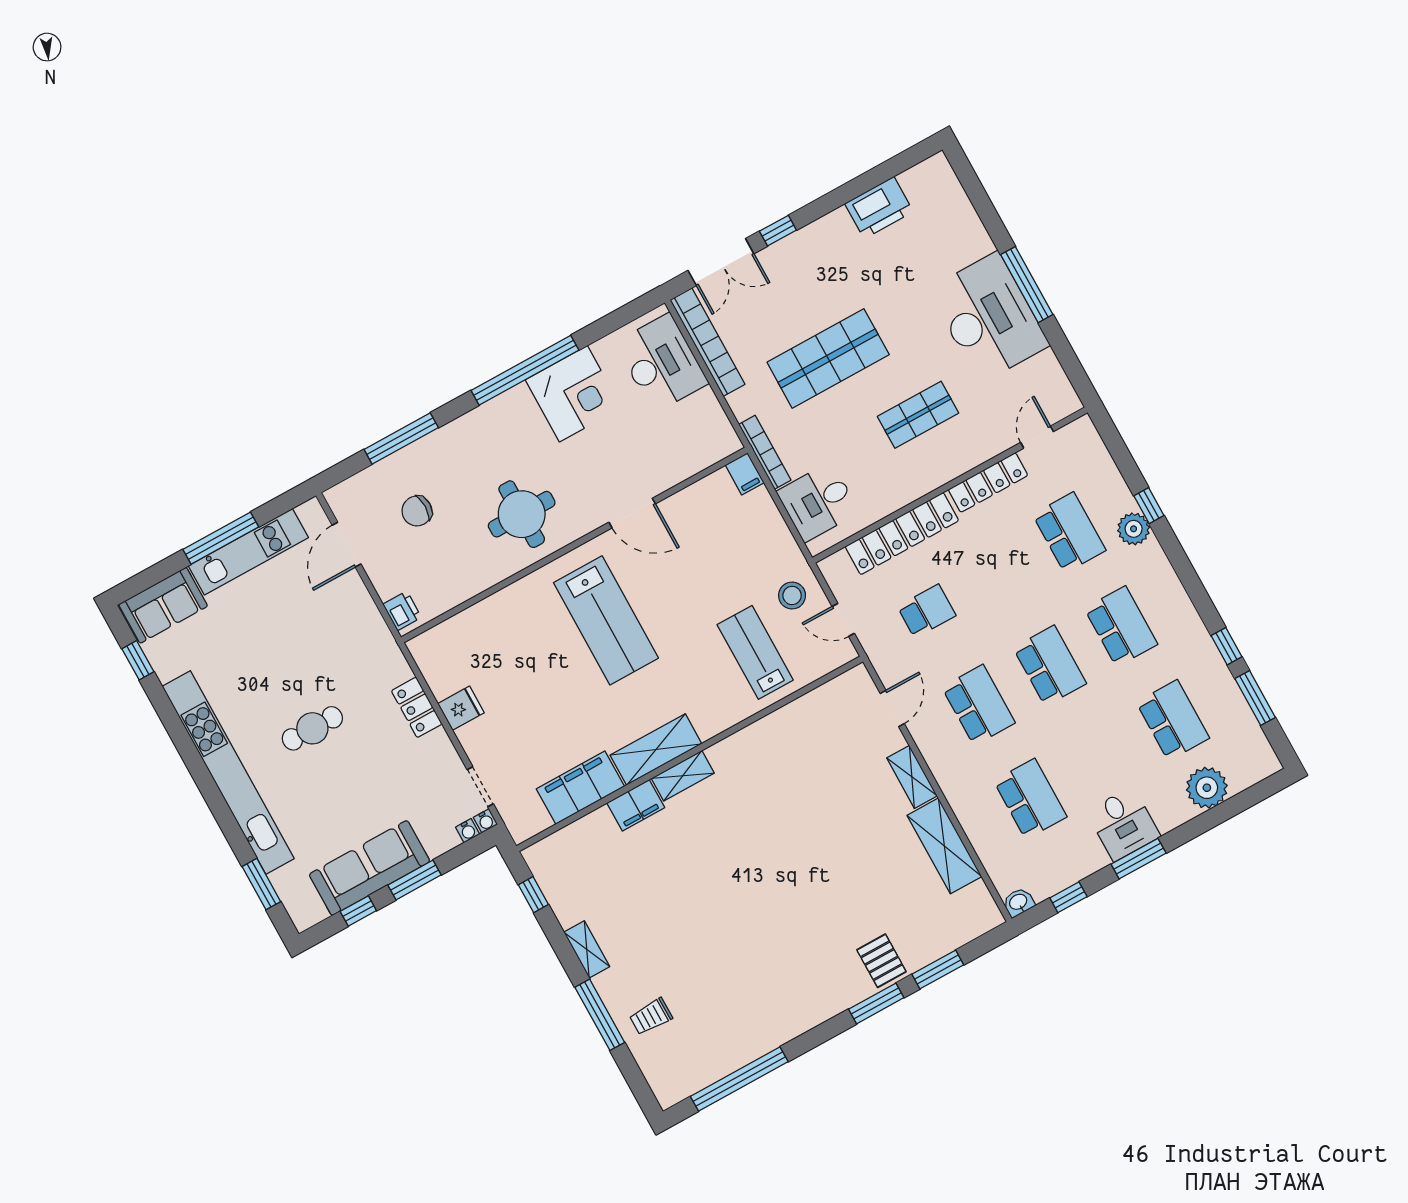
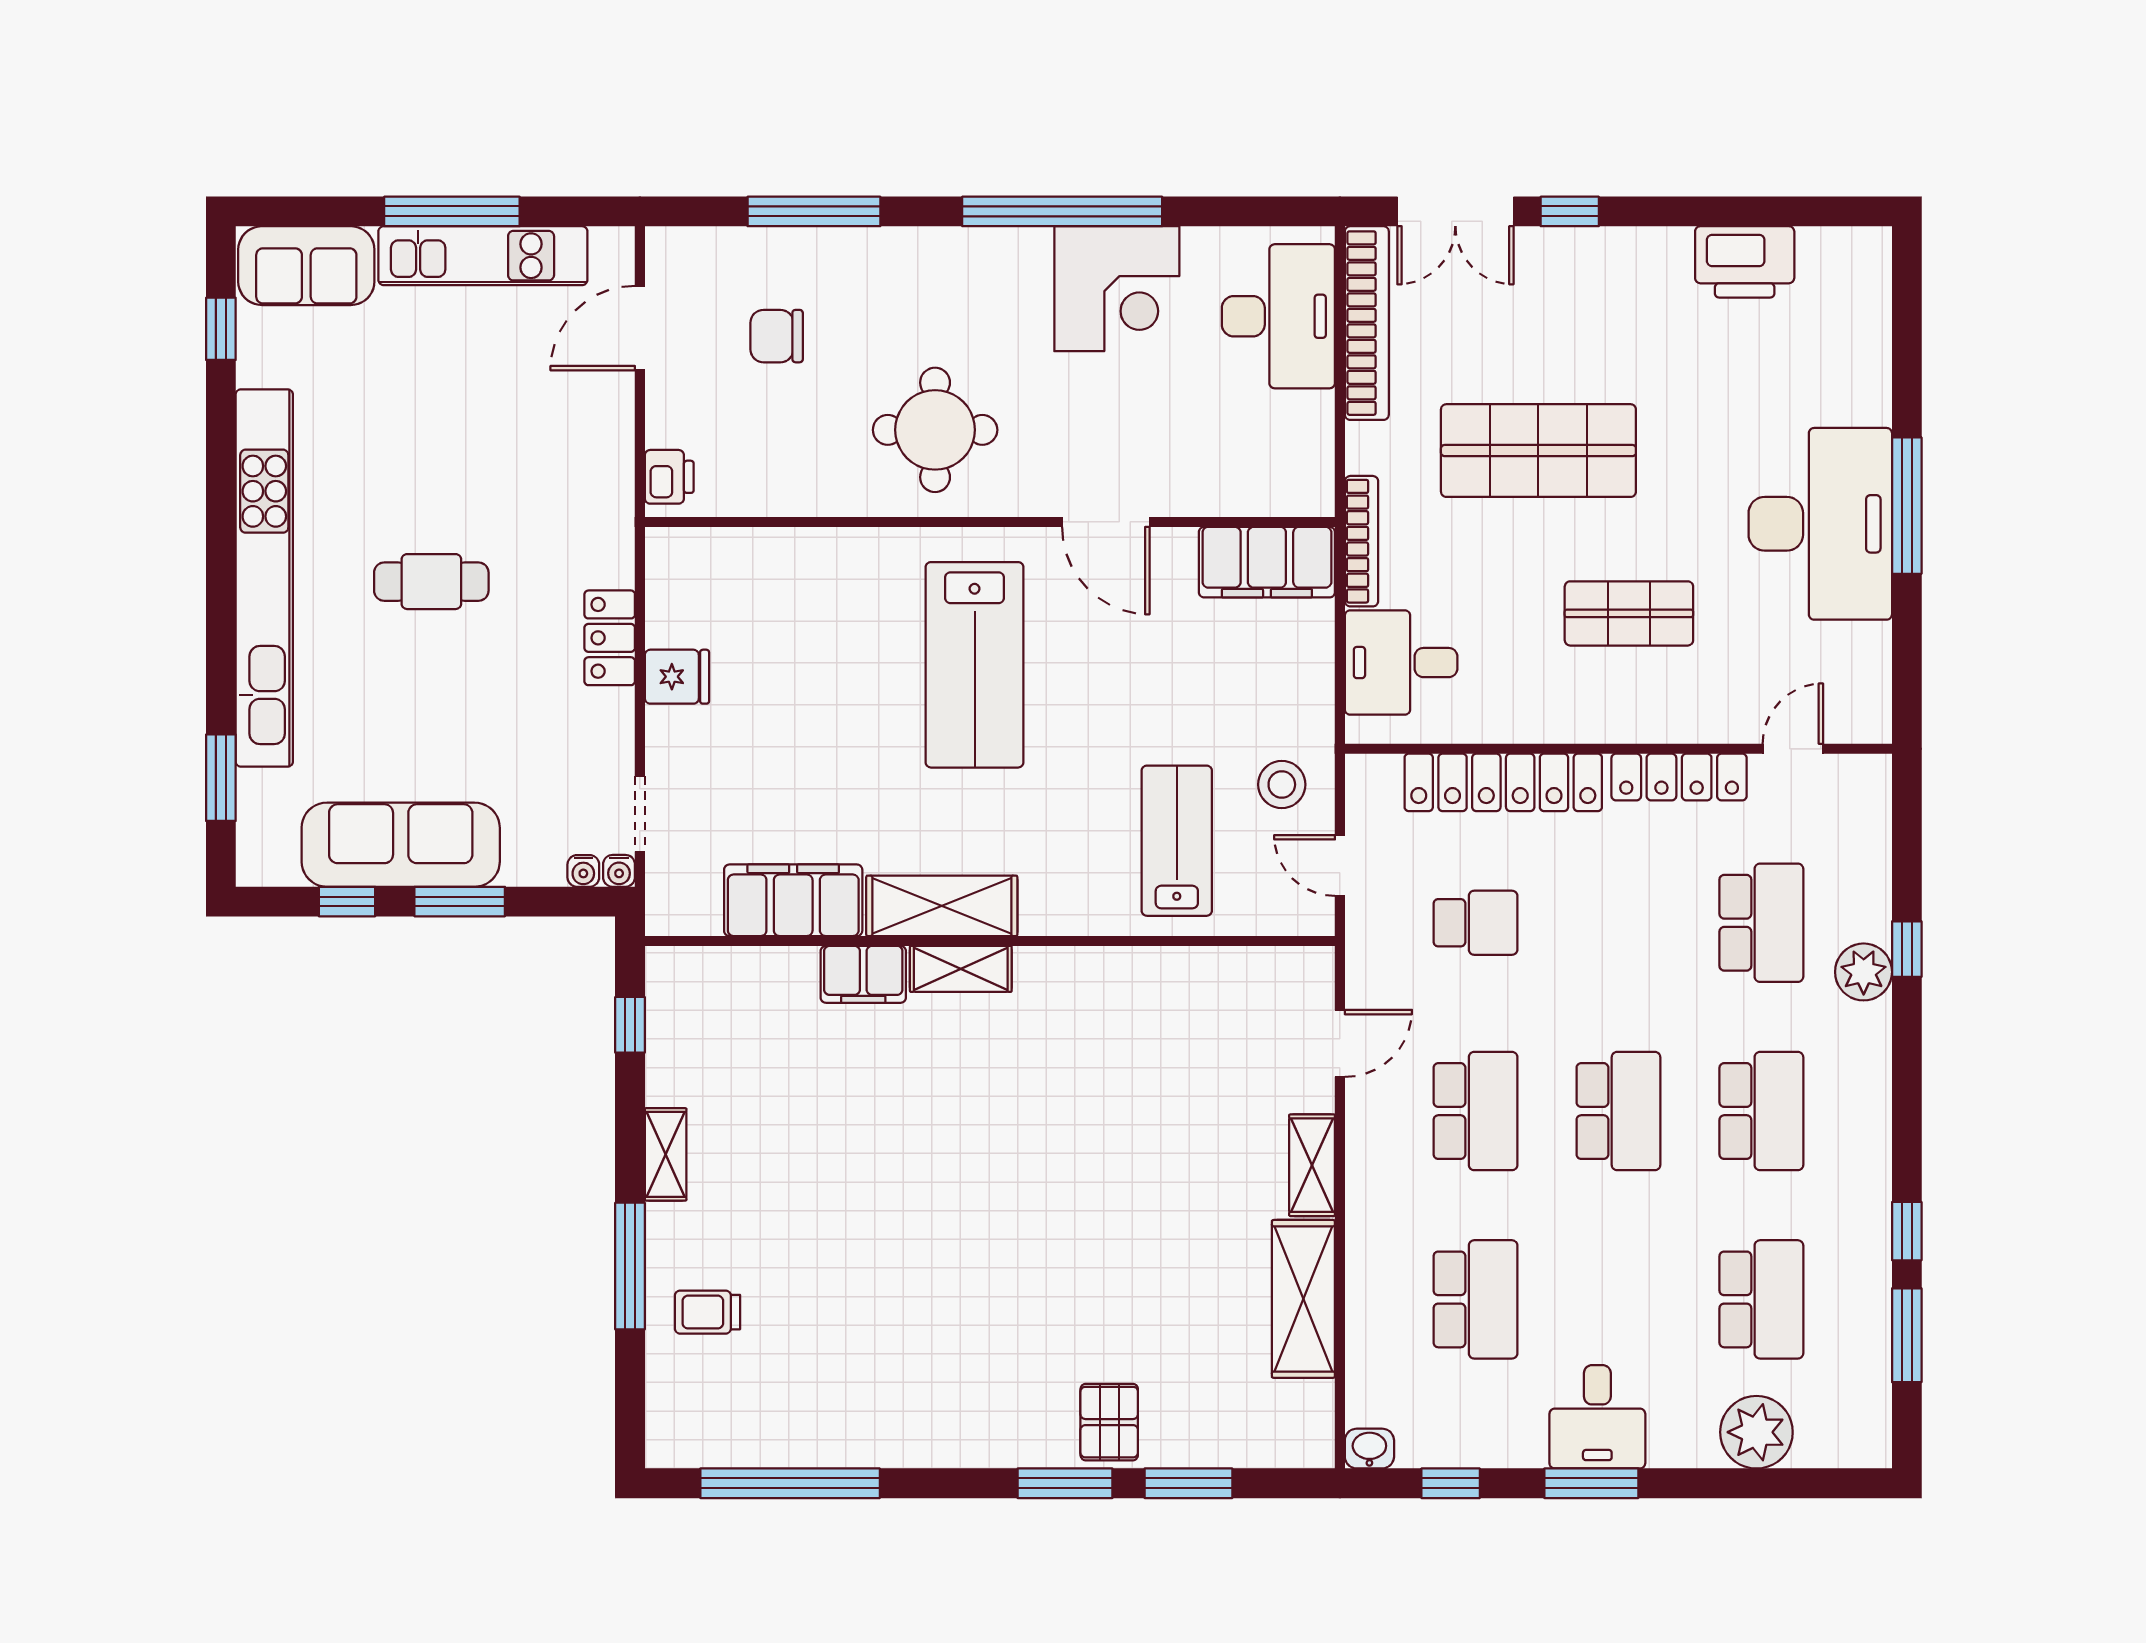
filing cabinet: (745, 474) -> (1267, 562), width x3.00, depth x1.17

